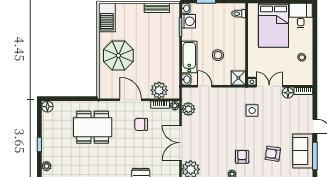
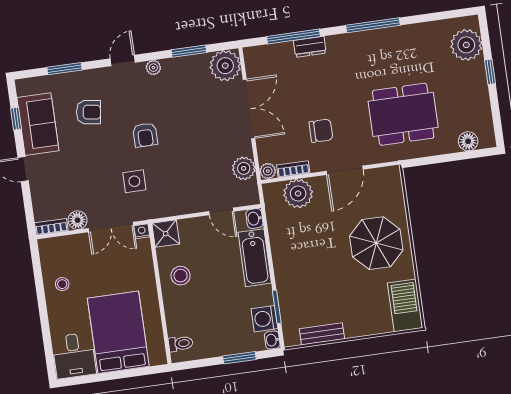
stool: (218, 55) -> (181, 276), moved
door: (131, 100) -> (345, 170), hinge flipped
floor lamp: (47, 107) -> (468, 141), moved
window: (315, 156) -> (16, 119), width x0.46
armchair: (242, 157) -> (145, 135), moved
plant: (47, 166) -> (466, 45), width x1.88, depth x1.88

